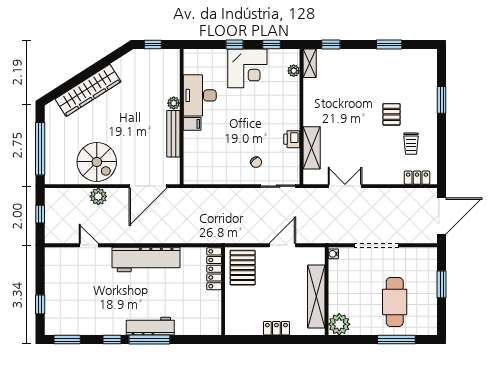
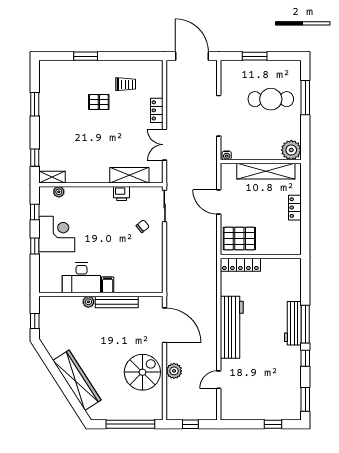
locker: (417, 178) -> (157, 110), moved

